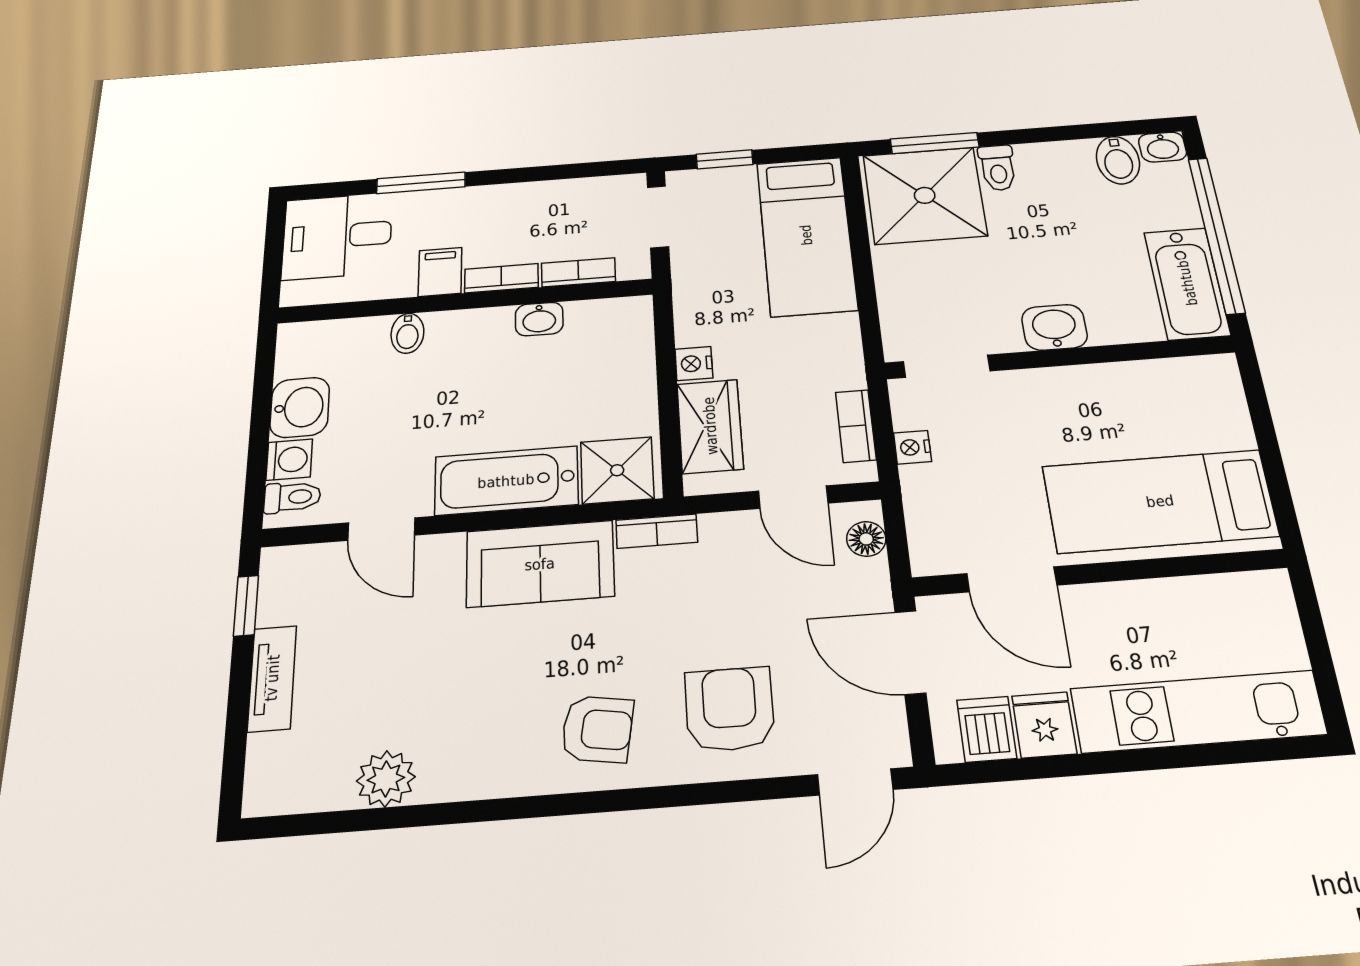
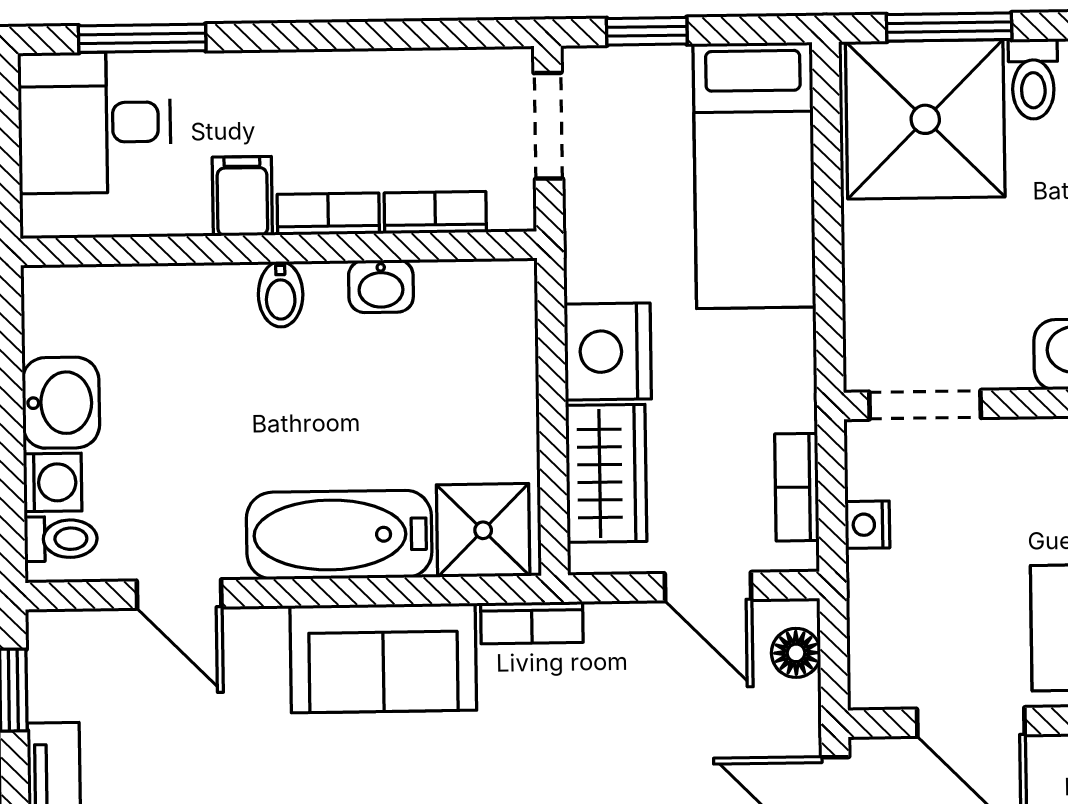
window: (421, 183) -> (142, 38), moved
bidet: (407, 333) -> (281, 294), moved
nightstand: (694, 364) -> (608, 352), width x1.89, depth x1.79

